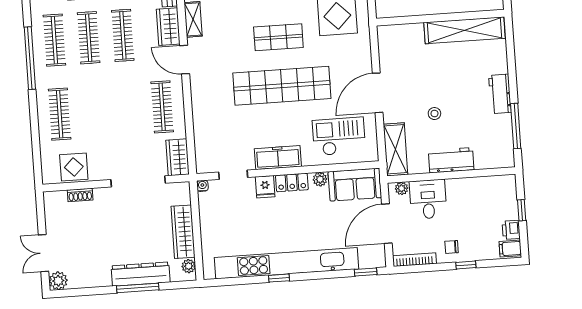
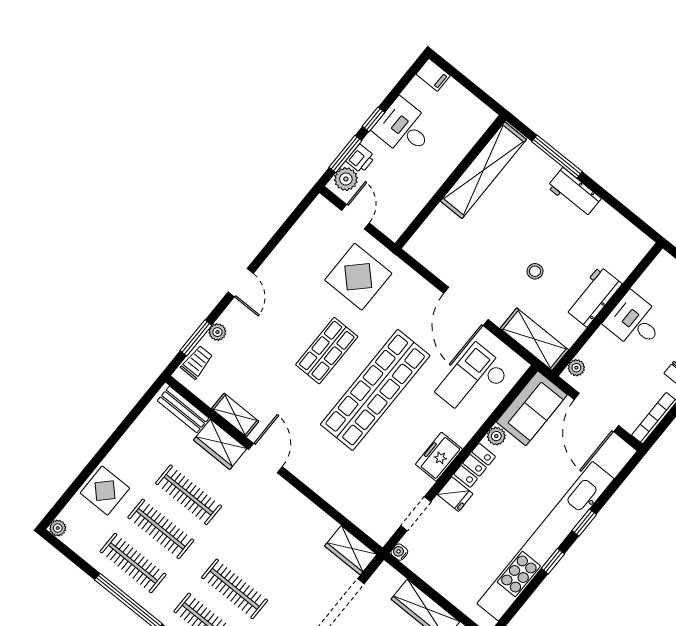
door: (185, 60) -> (266, 458), swing flipped
clothes rail: (162, 107) -> (235, 589), moved
window: (516, 126) -> (557, 157), moved
freezer: (278, 158) -> (439, 457), width x0.71
desk: (428, 199) -> (635, 322), moved
window: (366, 272) -> (584, 523), moved

